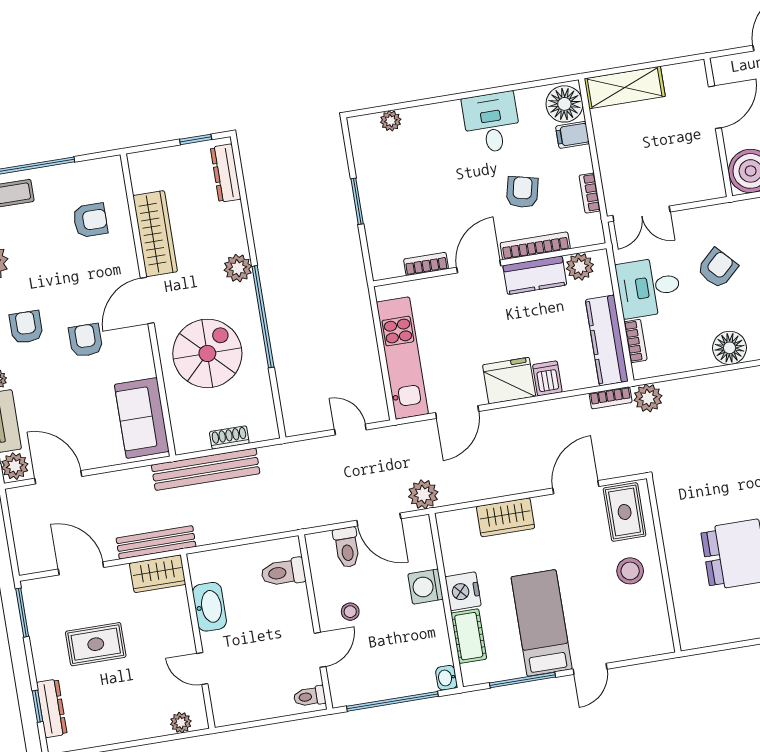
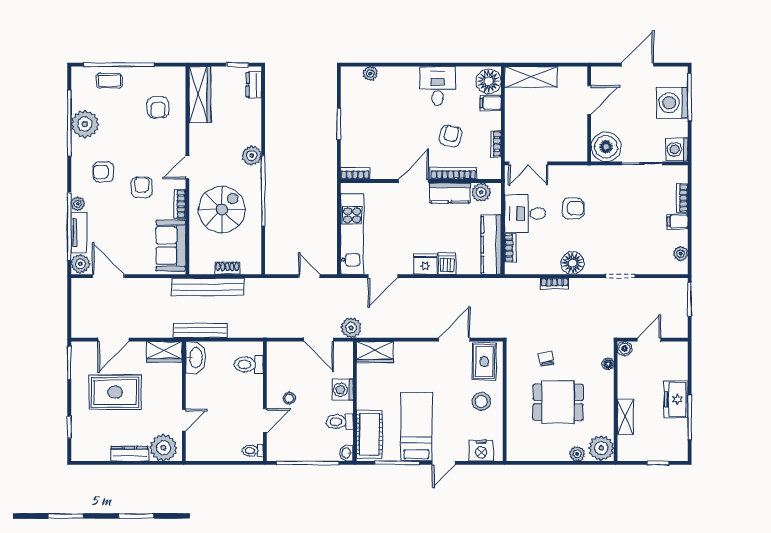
dresser: (226, 173) -> (254, 85), width x0.70
armchair: (90, 220) -> (158, 107), turned 90
wardrobe: (155, 234) -> (200, 95), moved
bookcase: (426, 264) -> (355, 173), moved
armchair: (717, 268) -> (573, 208), turned 43
door: (147, 300) -> (187, 167), width x0.73
armchair: (26, 327) -> (103, 172), turned -90
bookcase: (145, 355) -> (180, 204), added
fridge: (509, 381) -> (425, 264), width x0.73, depth x0.75
bookcase: (611, 398) -> (554, 283), moved
plant: (648, 398) -> (512, 288), removed
chair: (714, 493) -> (546, 359), added
wardrobe: (506, 517) -> (375, 352), moved
bench: (156, 542) -> (200, 330), moved
toilet: (347, 547) -> (340, 422), moved, turned 90
door: (81, 568) -> (113, 340), swing flipped
nightstand: (463, 591) -> (481, 451), moved, turned -90
washbasin: (209, 607) -> (195, 358), moved
cot: (469, 636) -> (369, 434), width x1.37, depth x1.34
rug: (96, 644) -> (115, 392), width x1.36, depth x1.43
door: (202, 669) -> (184, 420), swing flipped
dresser: (52, 708) -> (129, 454), moved, turned -90
plant: (181, 723) -> (163, 448), width x1.88, depth x1.88

